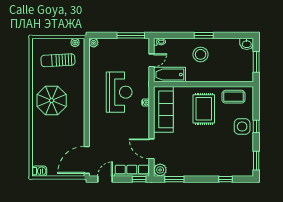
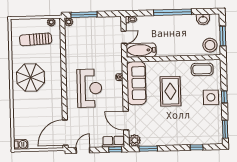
window: (131, 35) -> (84, 15), moved
window: (204, 35) -> (173, 12), width x2.11
washbasin: (247, 44) -> (203, 19), moved
stool: (201, 54) -> (210, 45), moved
reception desk: (119, 92) -> (89, 88), moved
rug: (204, 109) -> (170, 91), moved
row of seats: (132, 171) -> (113, 142), width x0.68

